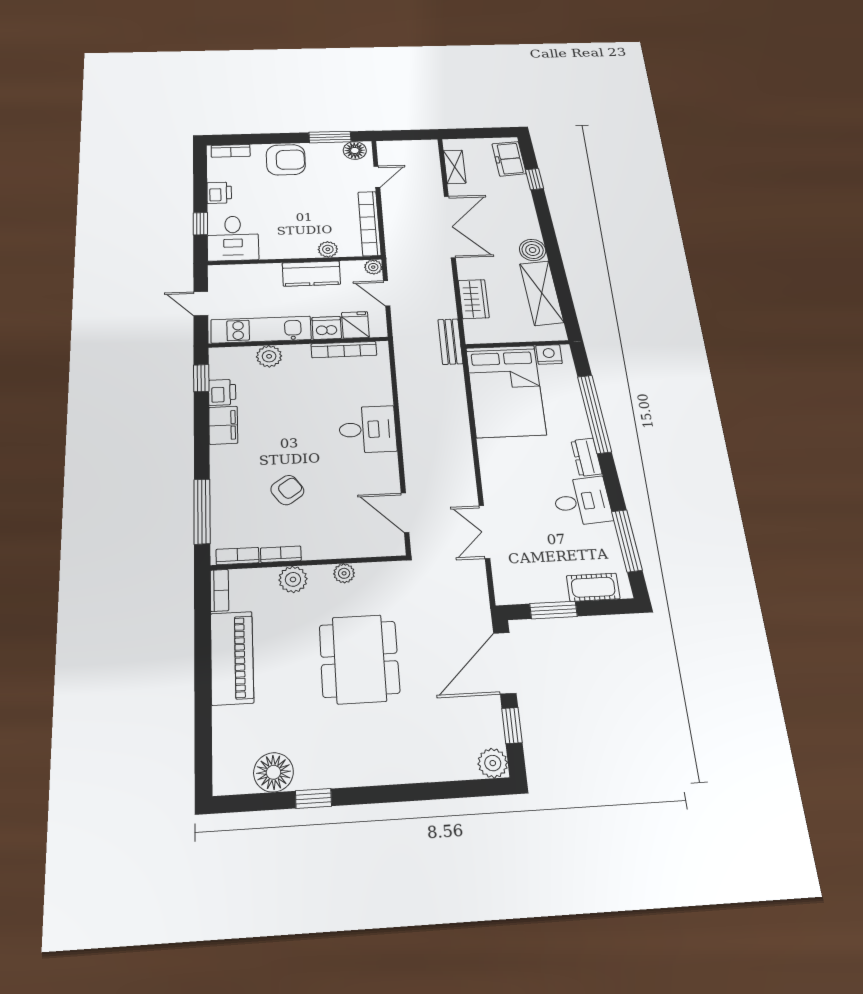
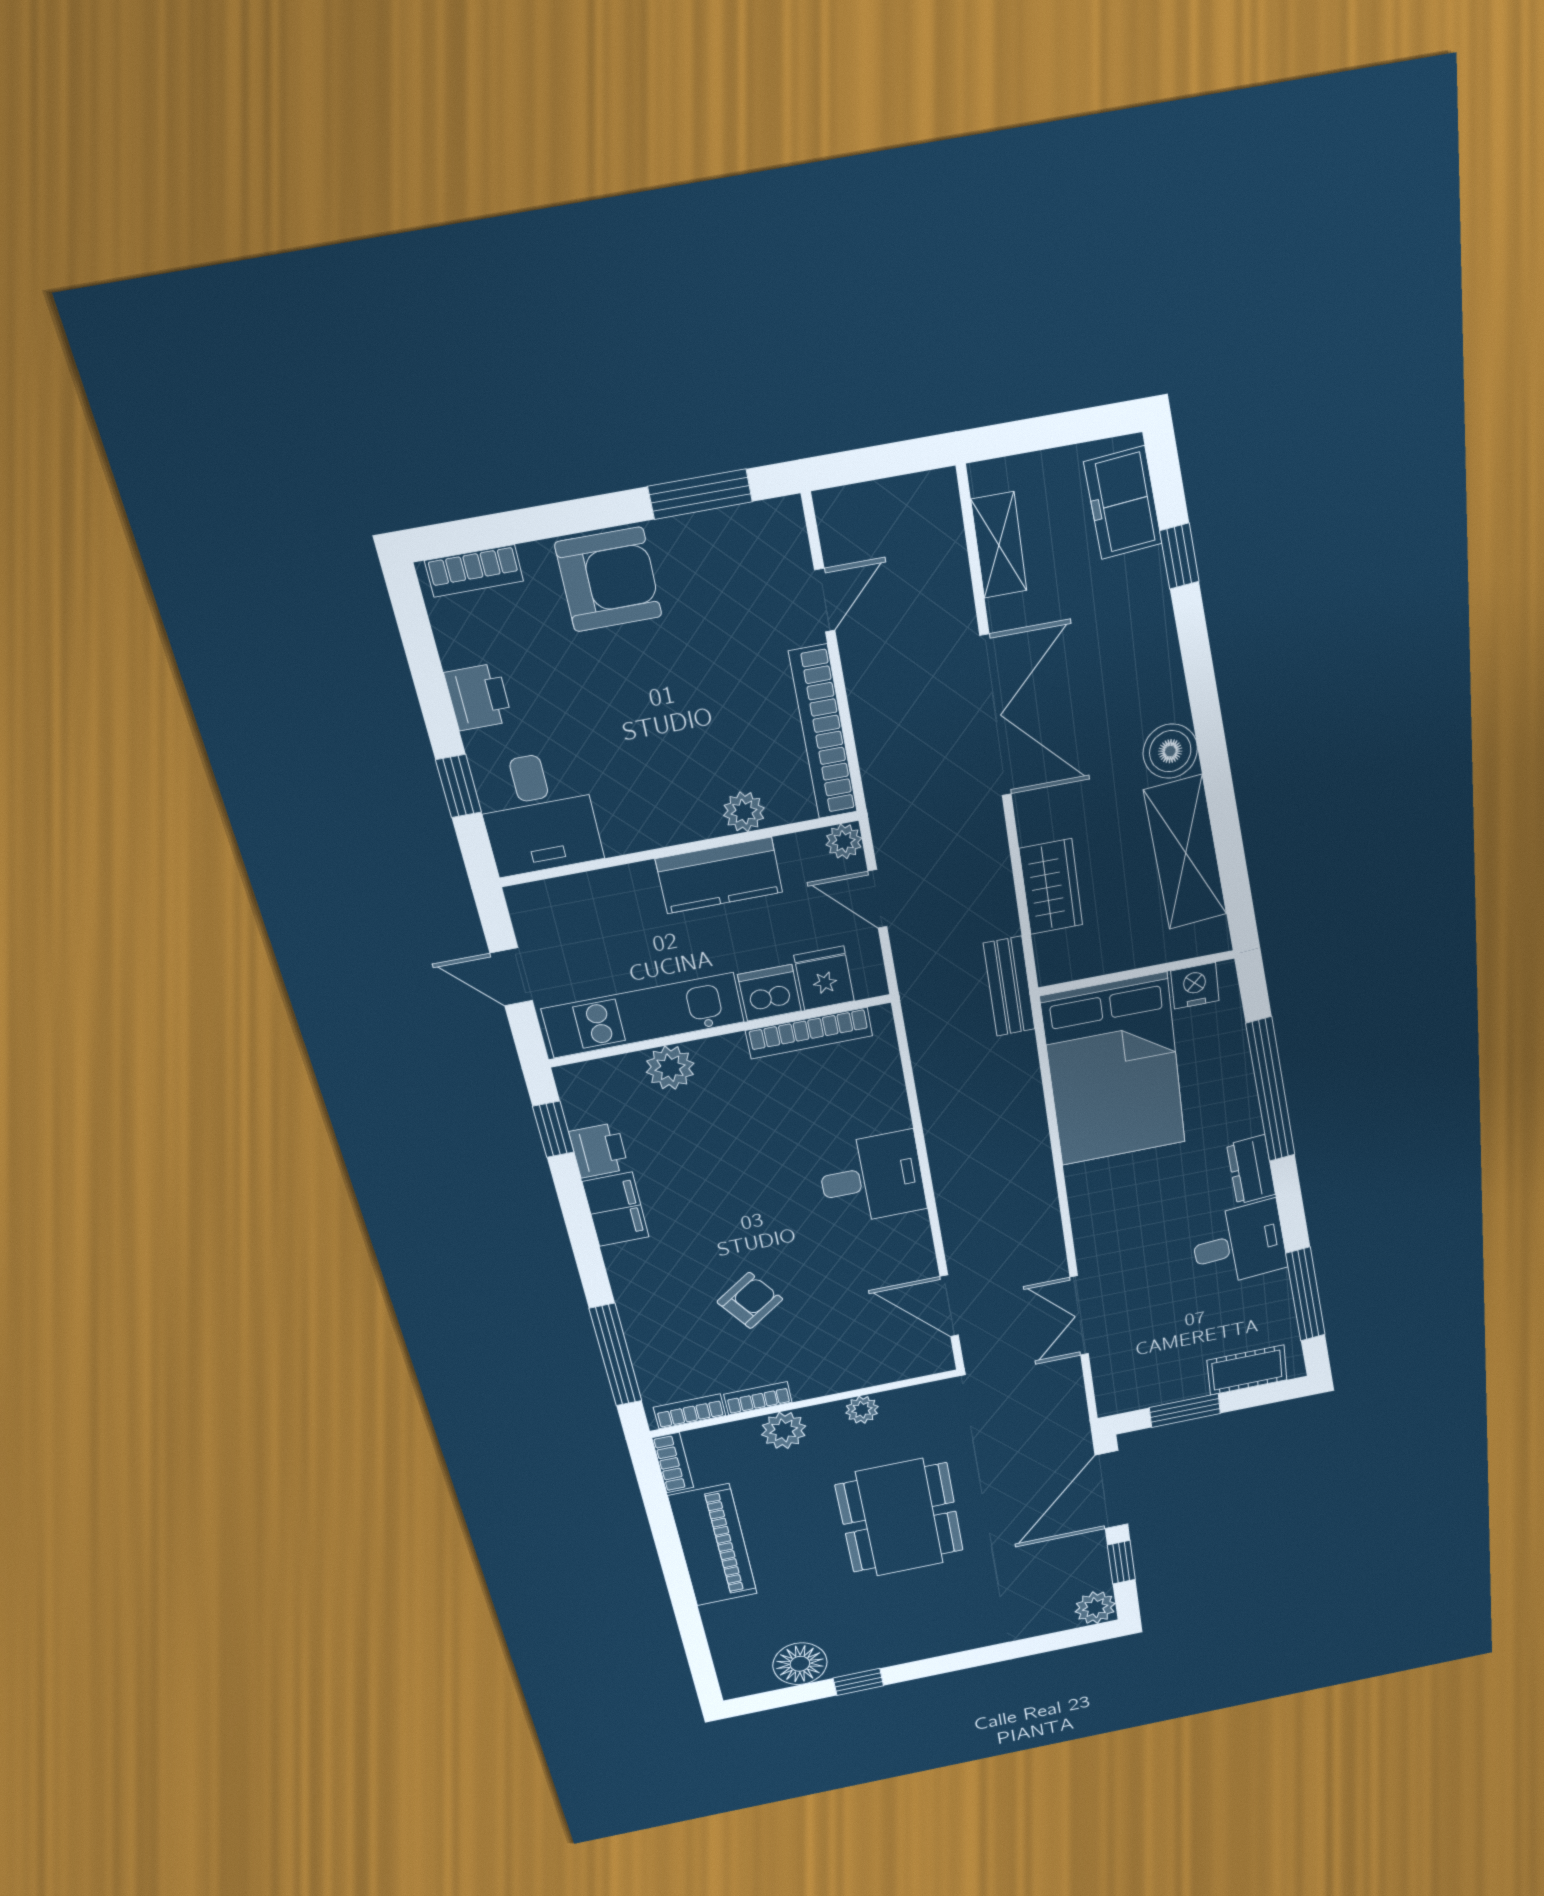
floor lamp: (355, 150) -> (764, 528), removed

